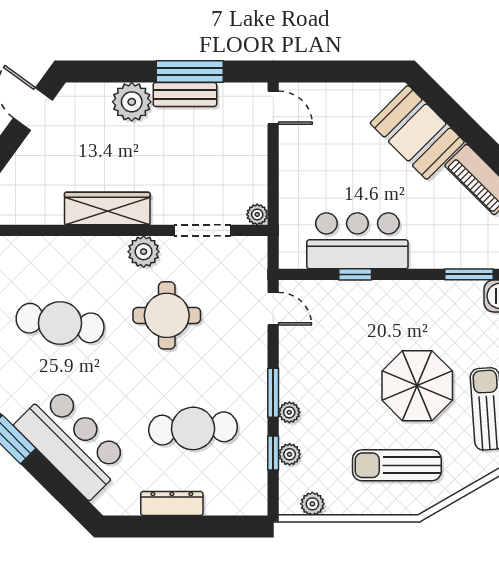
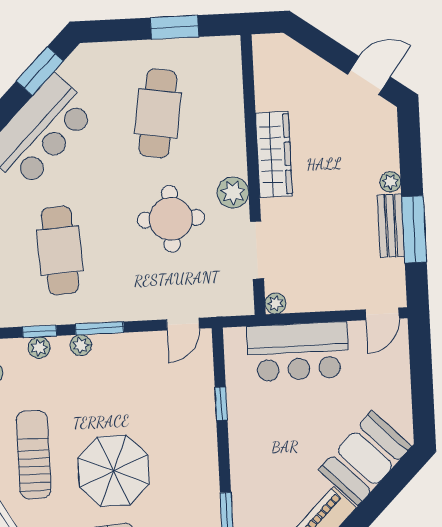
plant: (132, 102) -> (390, 182), width x0.53, depth x0.53
bar counter: (357, 241) -> (298, 352), moved, turned 90

